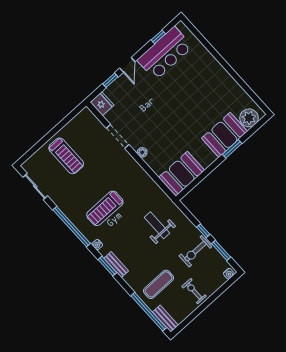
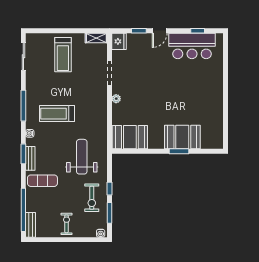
shelving: (81, 118) -> (96, 38), added
plant: (249, 118) -> (209, 141), removed
weight bench: (157, 225) -> (82, 157), width x1.36, depth x1.33
window: (72, 227) -> (23, 106), width x0.68
exercise bike: (195, 251) -> (92, 198), turned -90
exercise mat: (159, 284) -> (42, 181), moved

